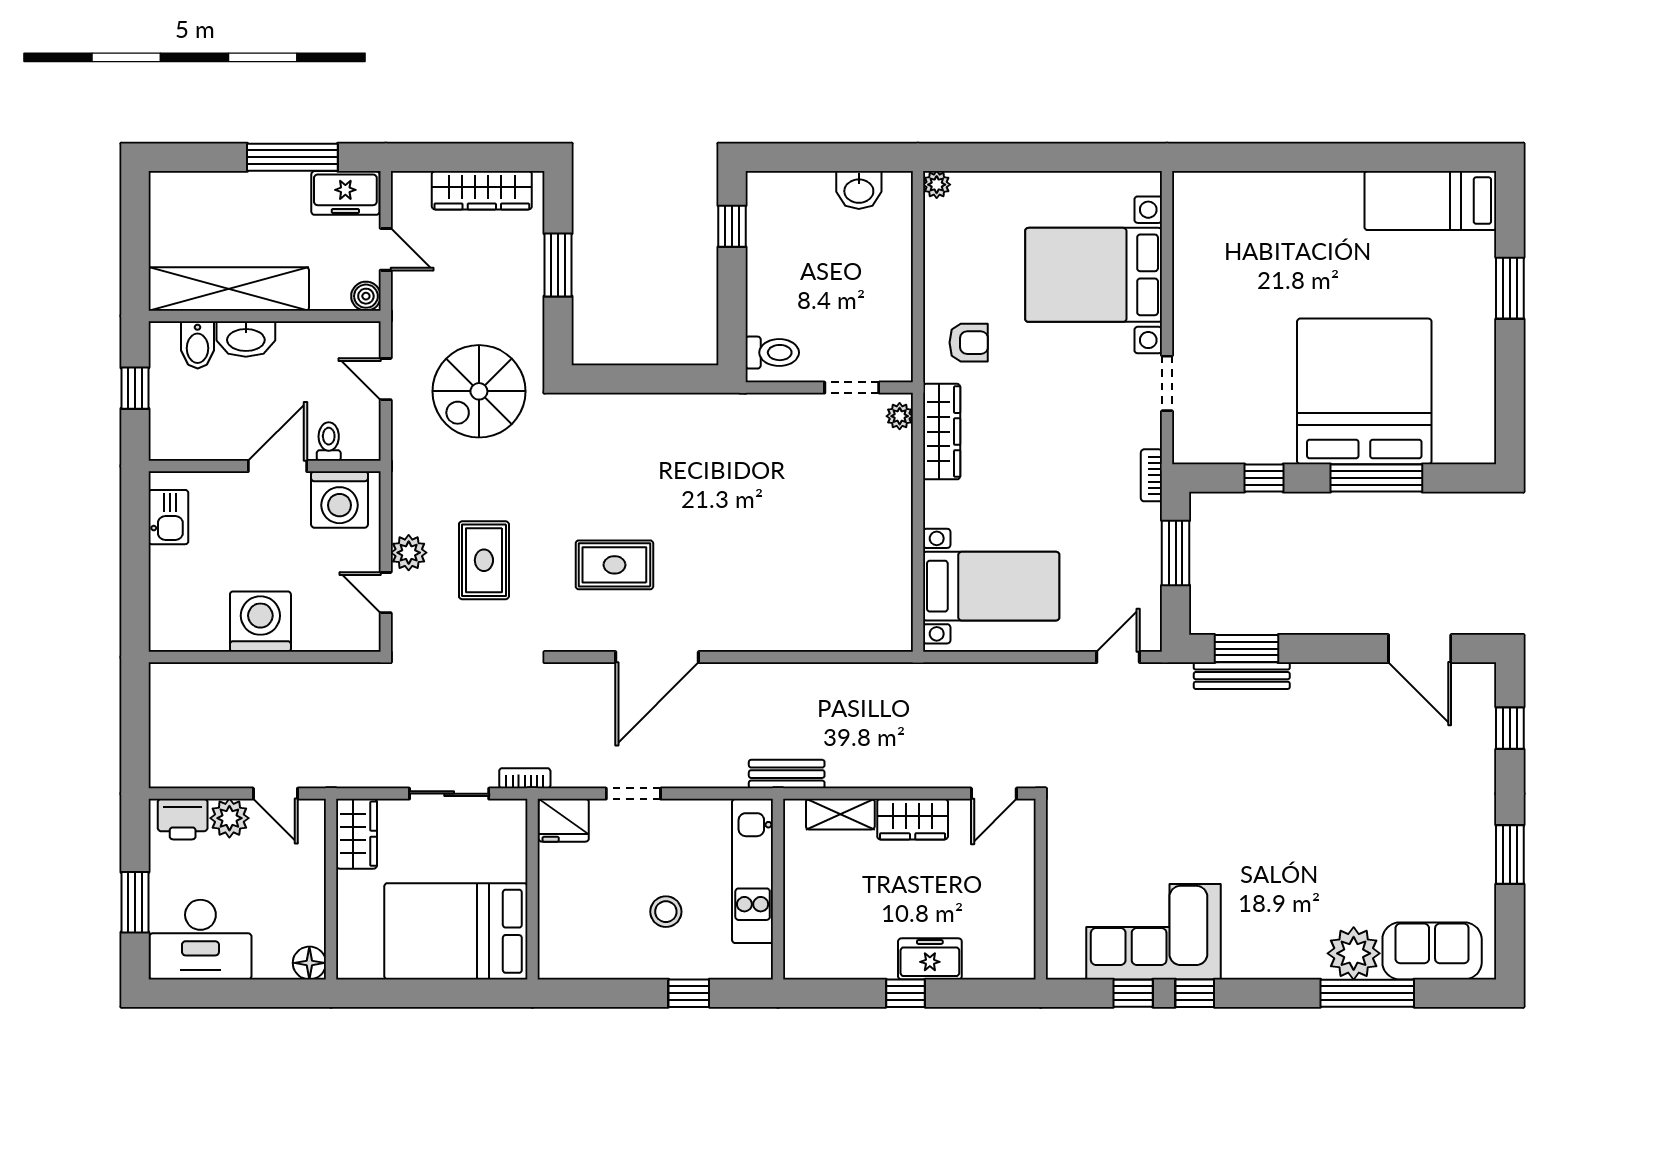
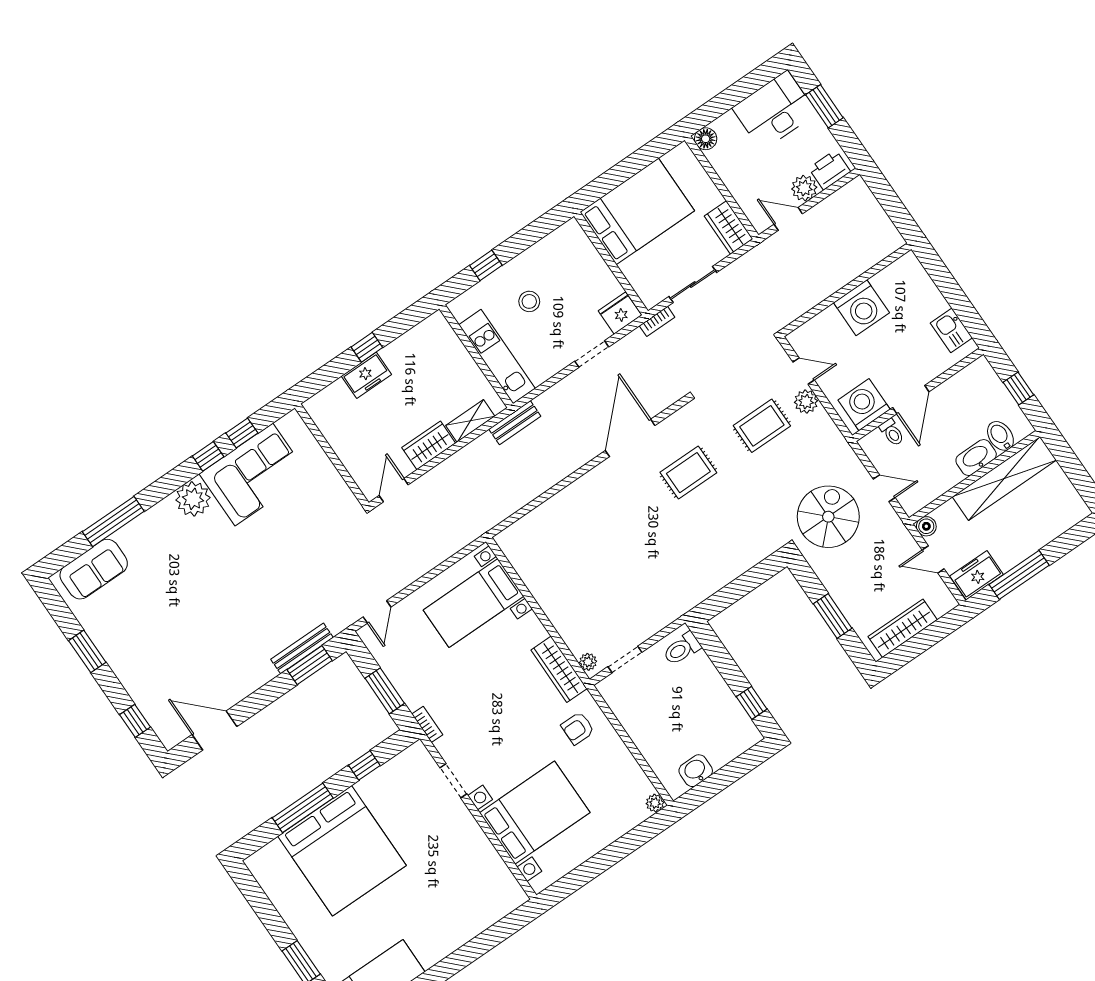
rug: (484, 560) -> (762, 426), turned 90
plant: (1354, 953) -> (193, 499), moved

